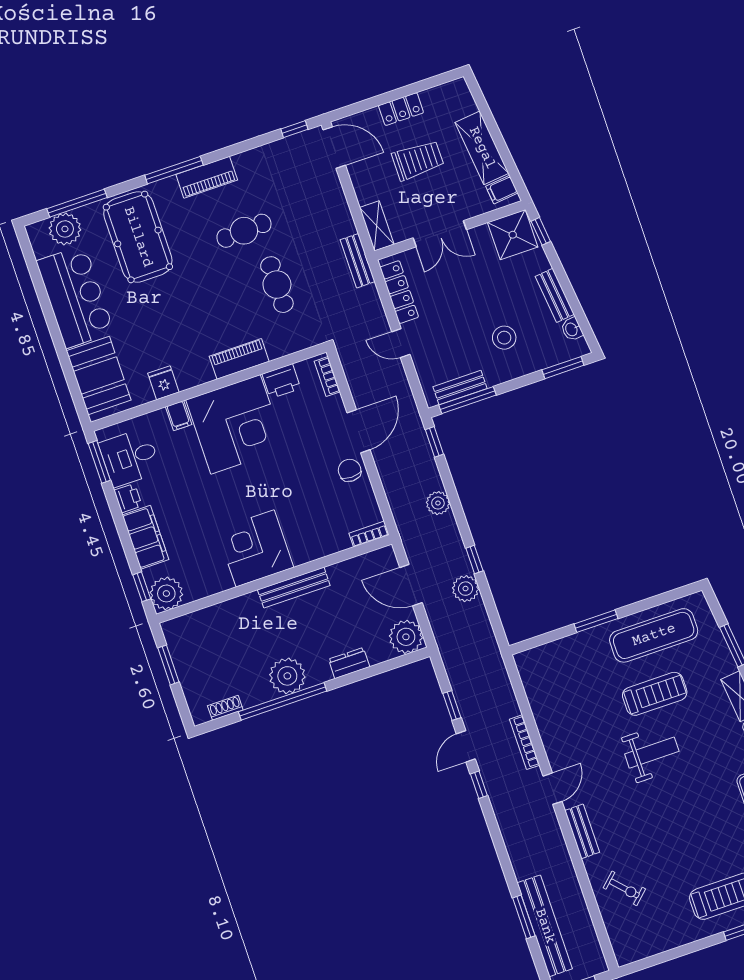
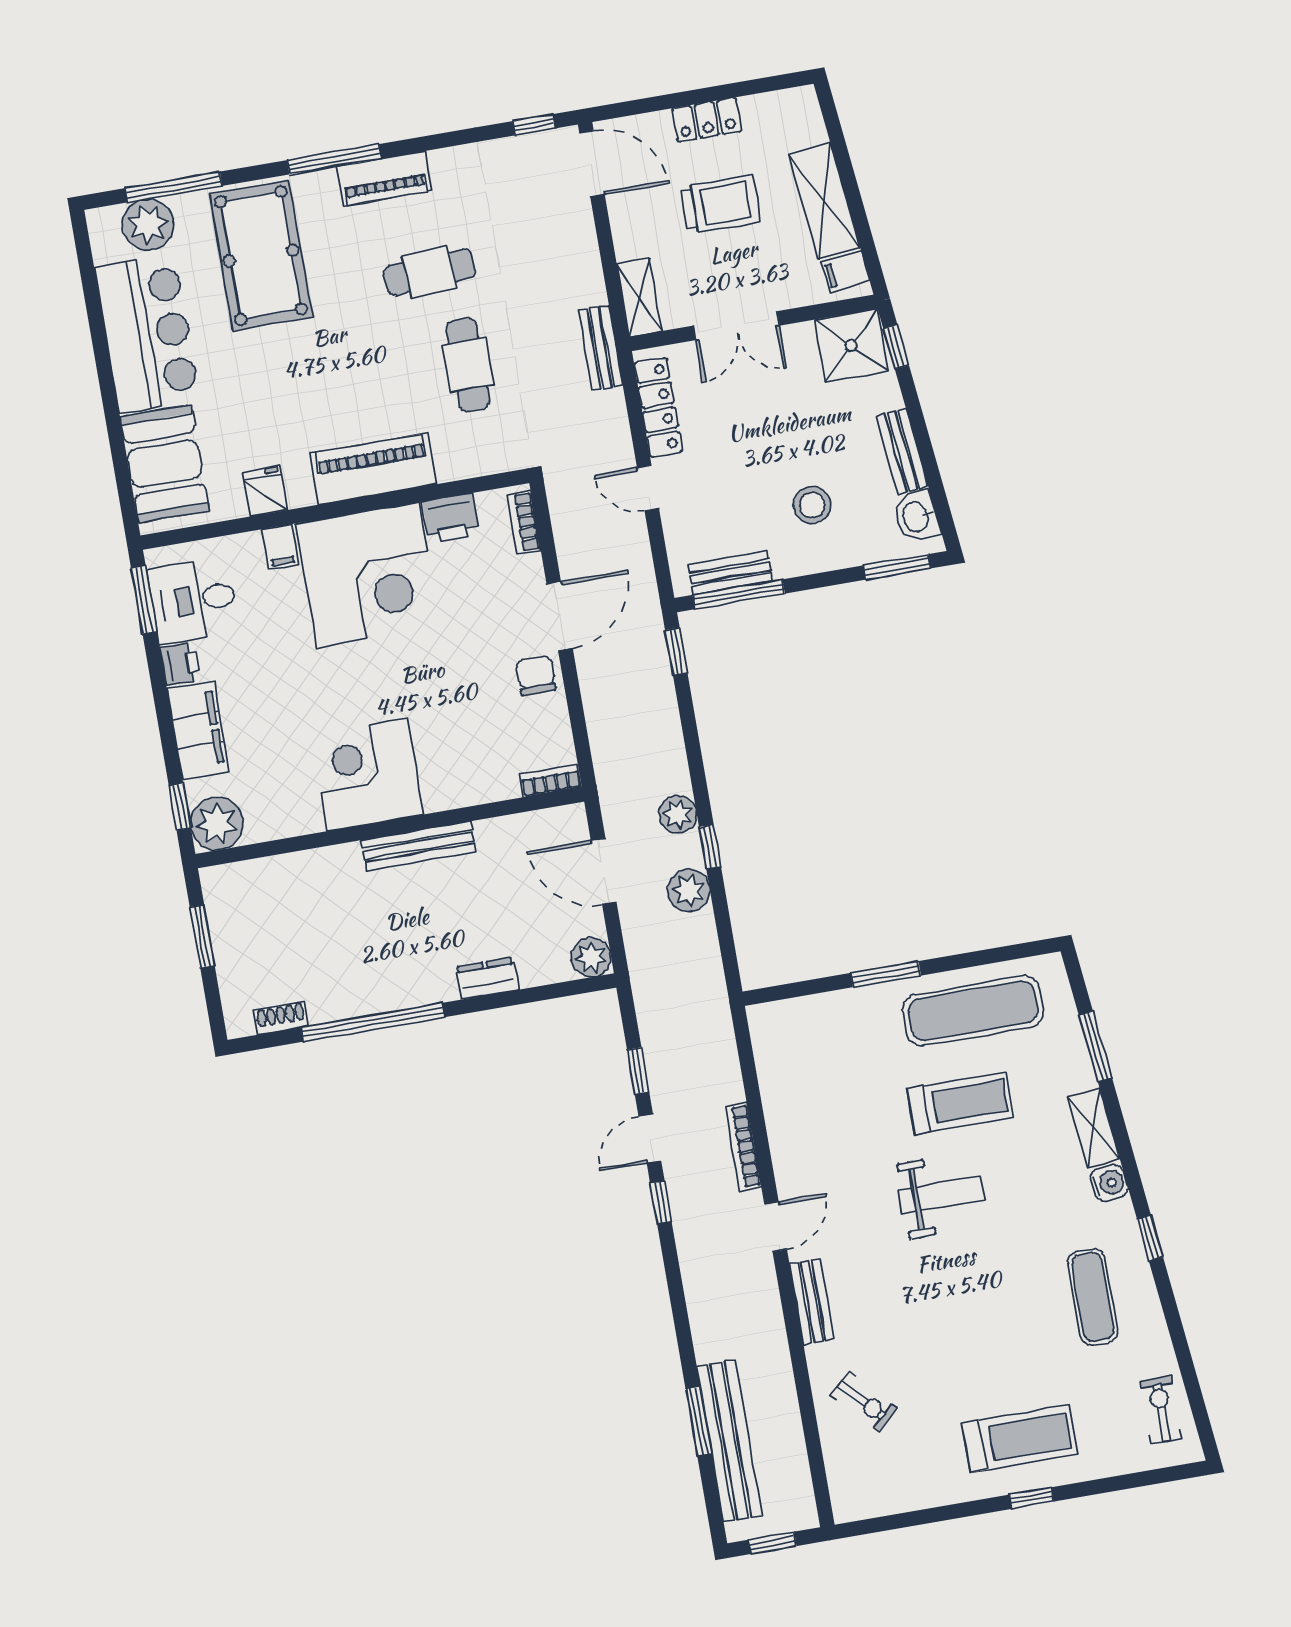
washbasin: (572, 329) -> (916, 517), width x1.38, depth x1.45
piano: (239, 359) -> (373, 469), width x1.37, depth x1.33
plant: (438, 503) -> (678, 814), moved
plant: (406, 637) -> (591, 957), width x0.73, depth x0.73
plant: (287, 676) -> (387, 983), removed

